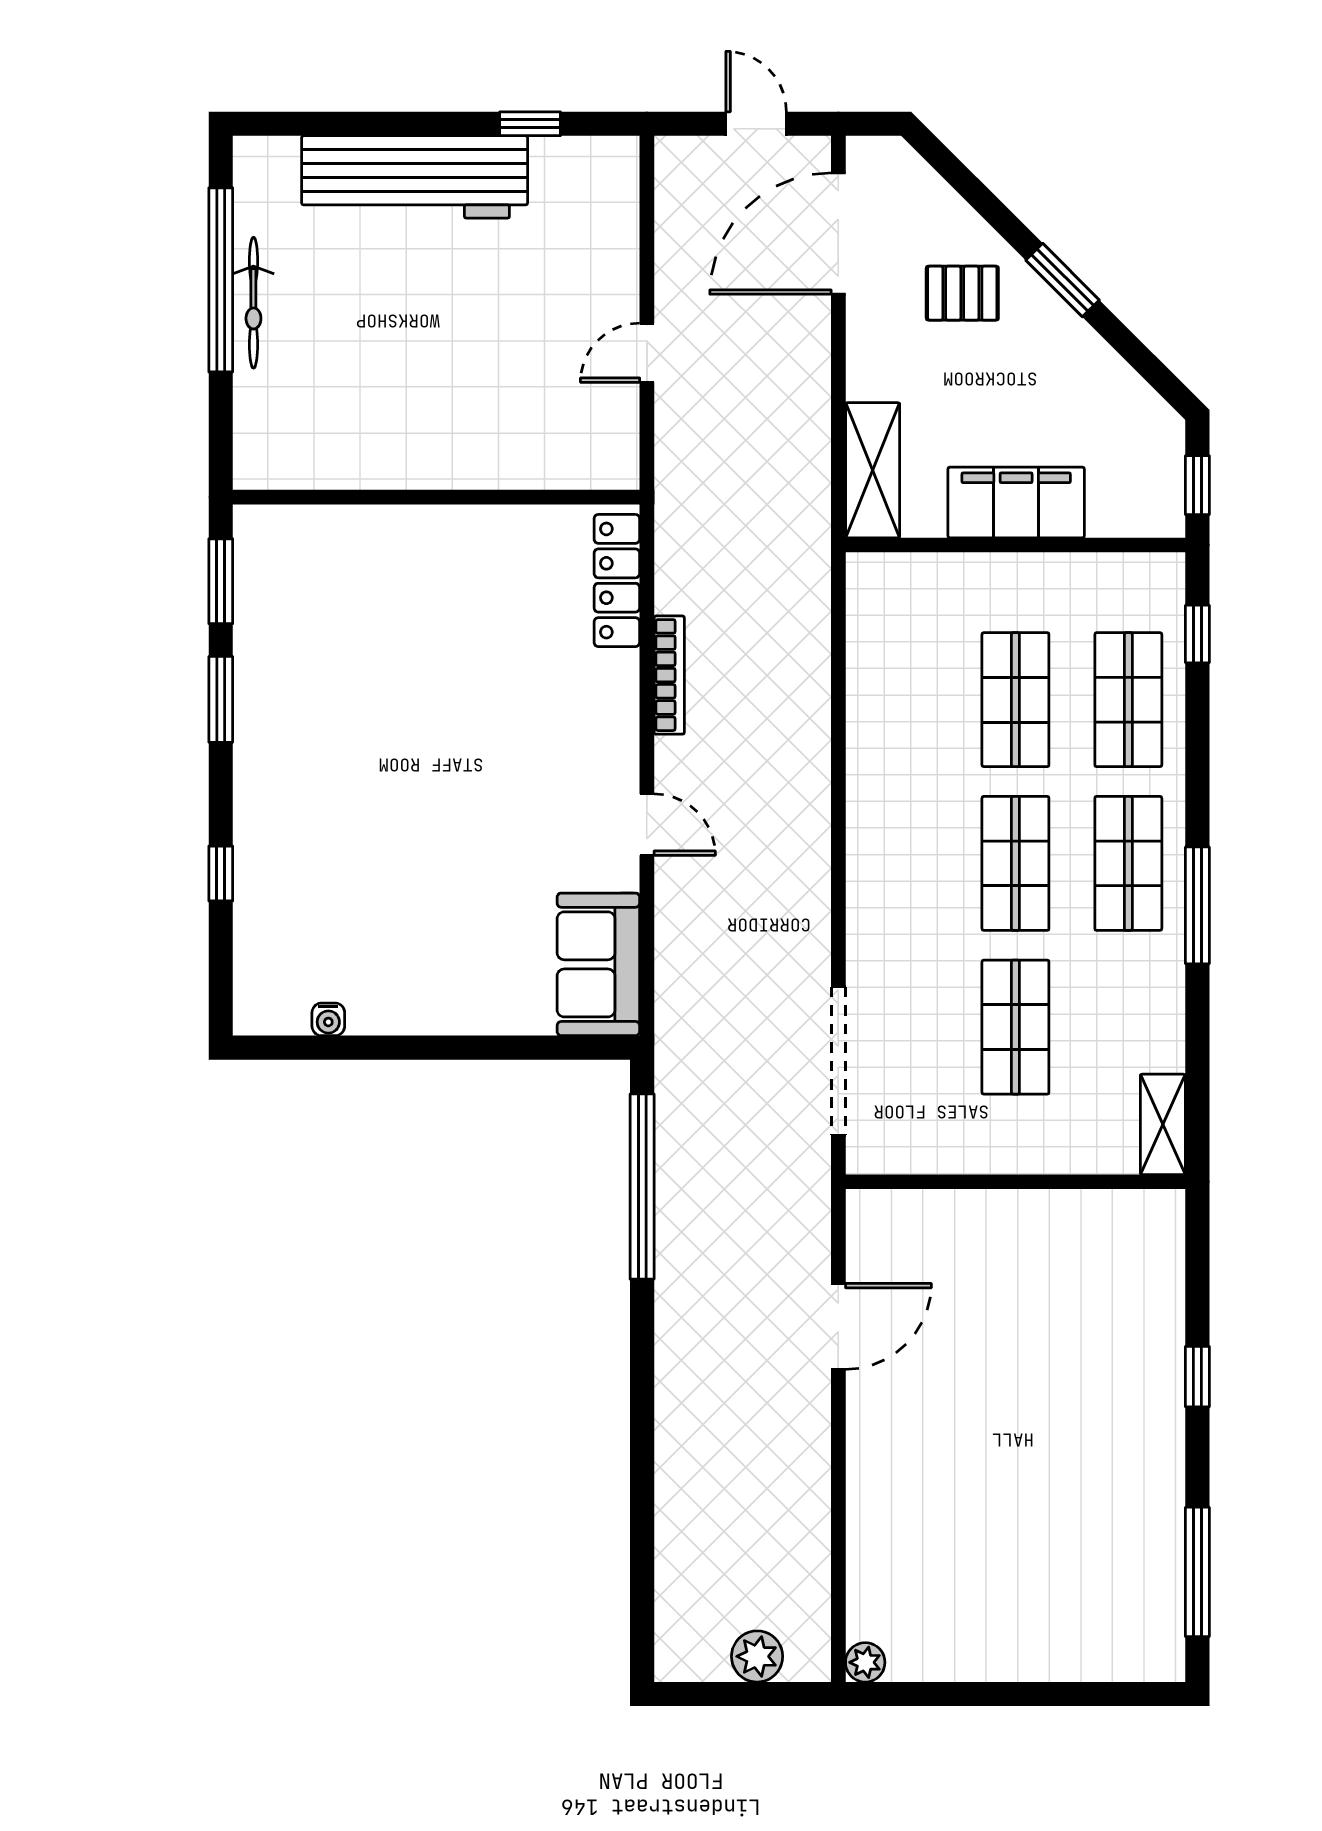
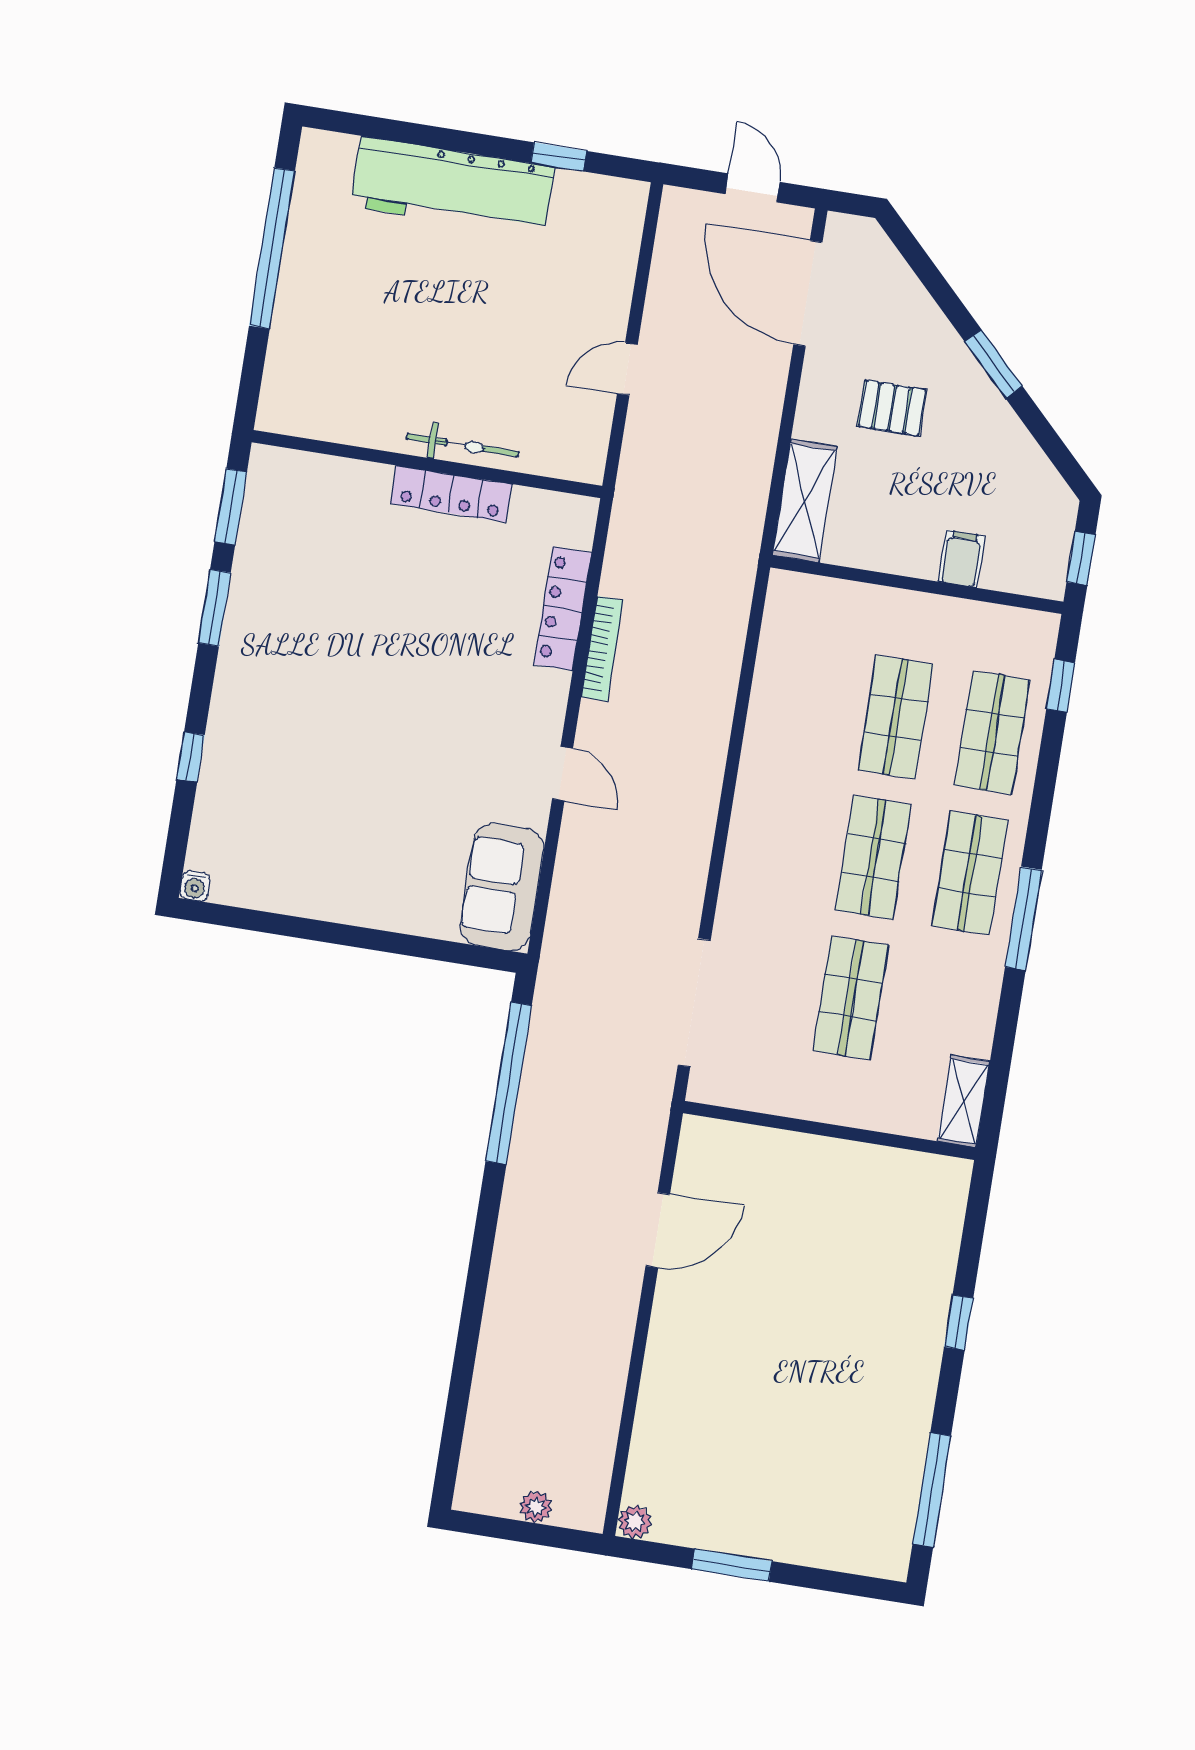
door: (838, 234) -> (808, 293), hinge flipped
pallet: (962, 293) -> (892, 408), moved
bicycle: (253, 303) -> (463, 445), moved, turned -90
filing cabinet: (1016, 502) -> (962, 559), width x0.33, depth x0.86
locker: (469, 527) -> (451, 494), added
locker: (617, 581) -> (563, 609), moved
water cooler: (328, 1019) -> (195, 886), moved
plant: (757, 1656) -> (536, 1507), width x0.73, depth x0.73
window: (983, 1694) -> (732, 1565), added

